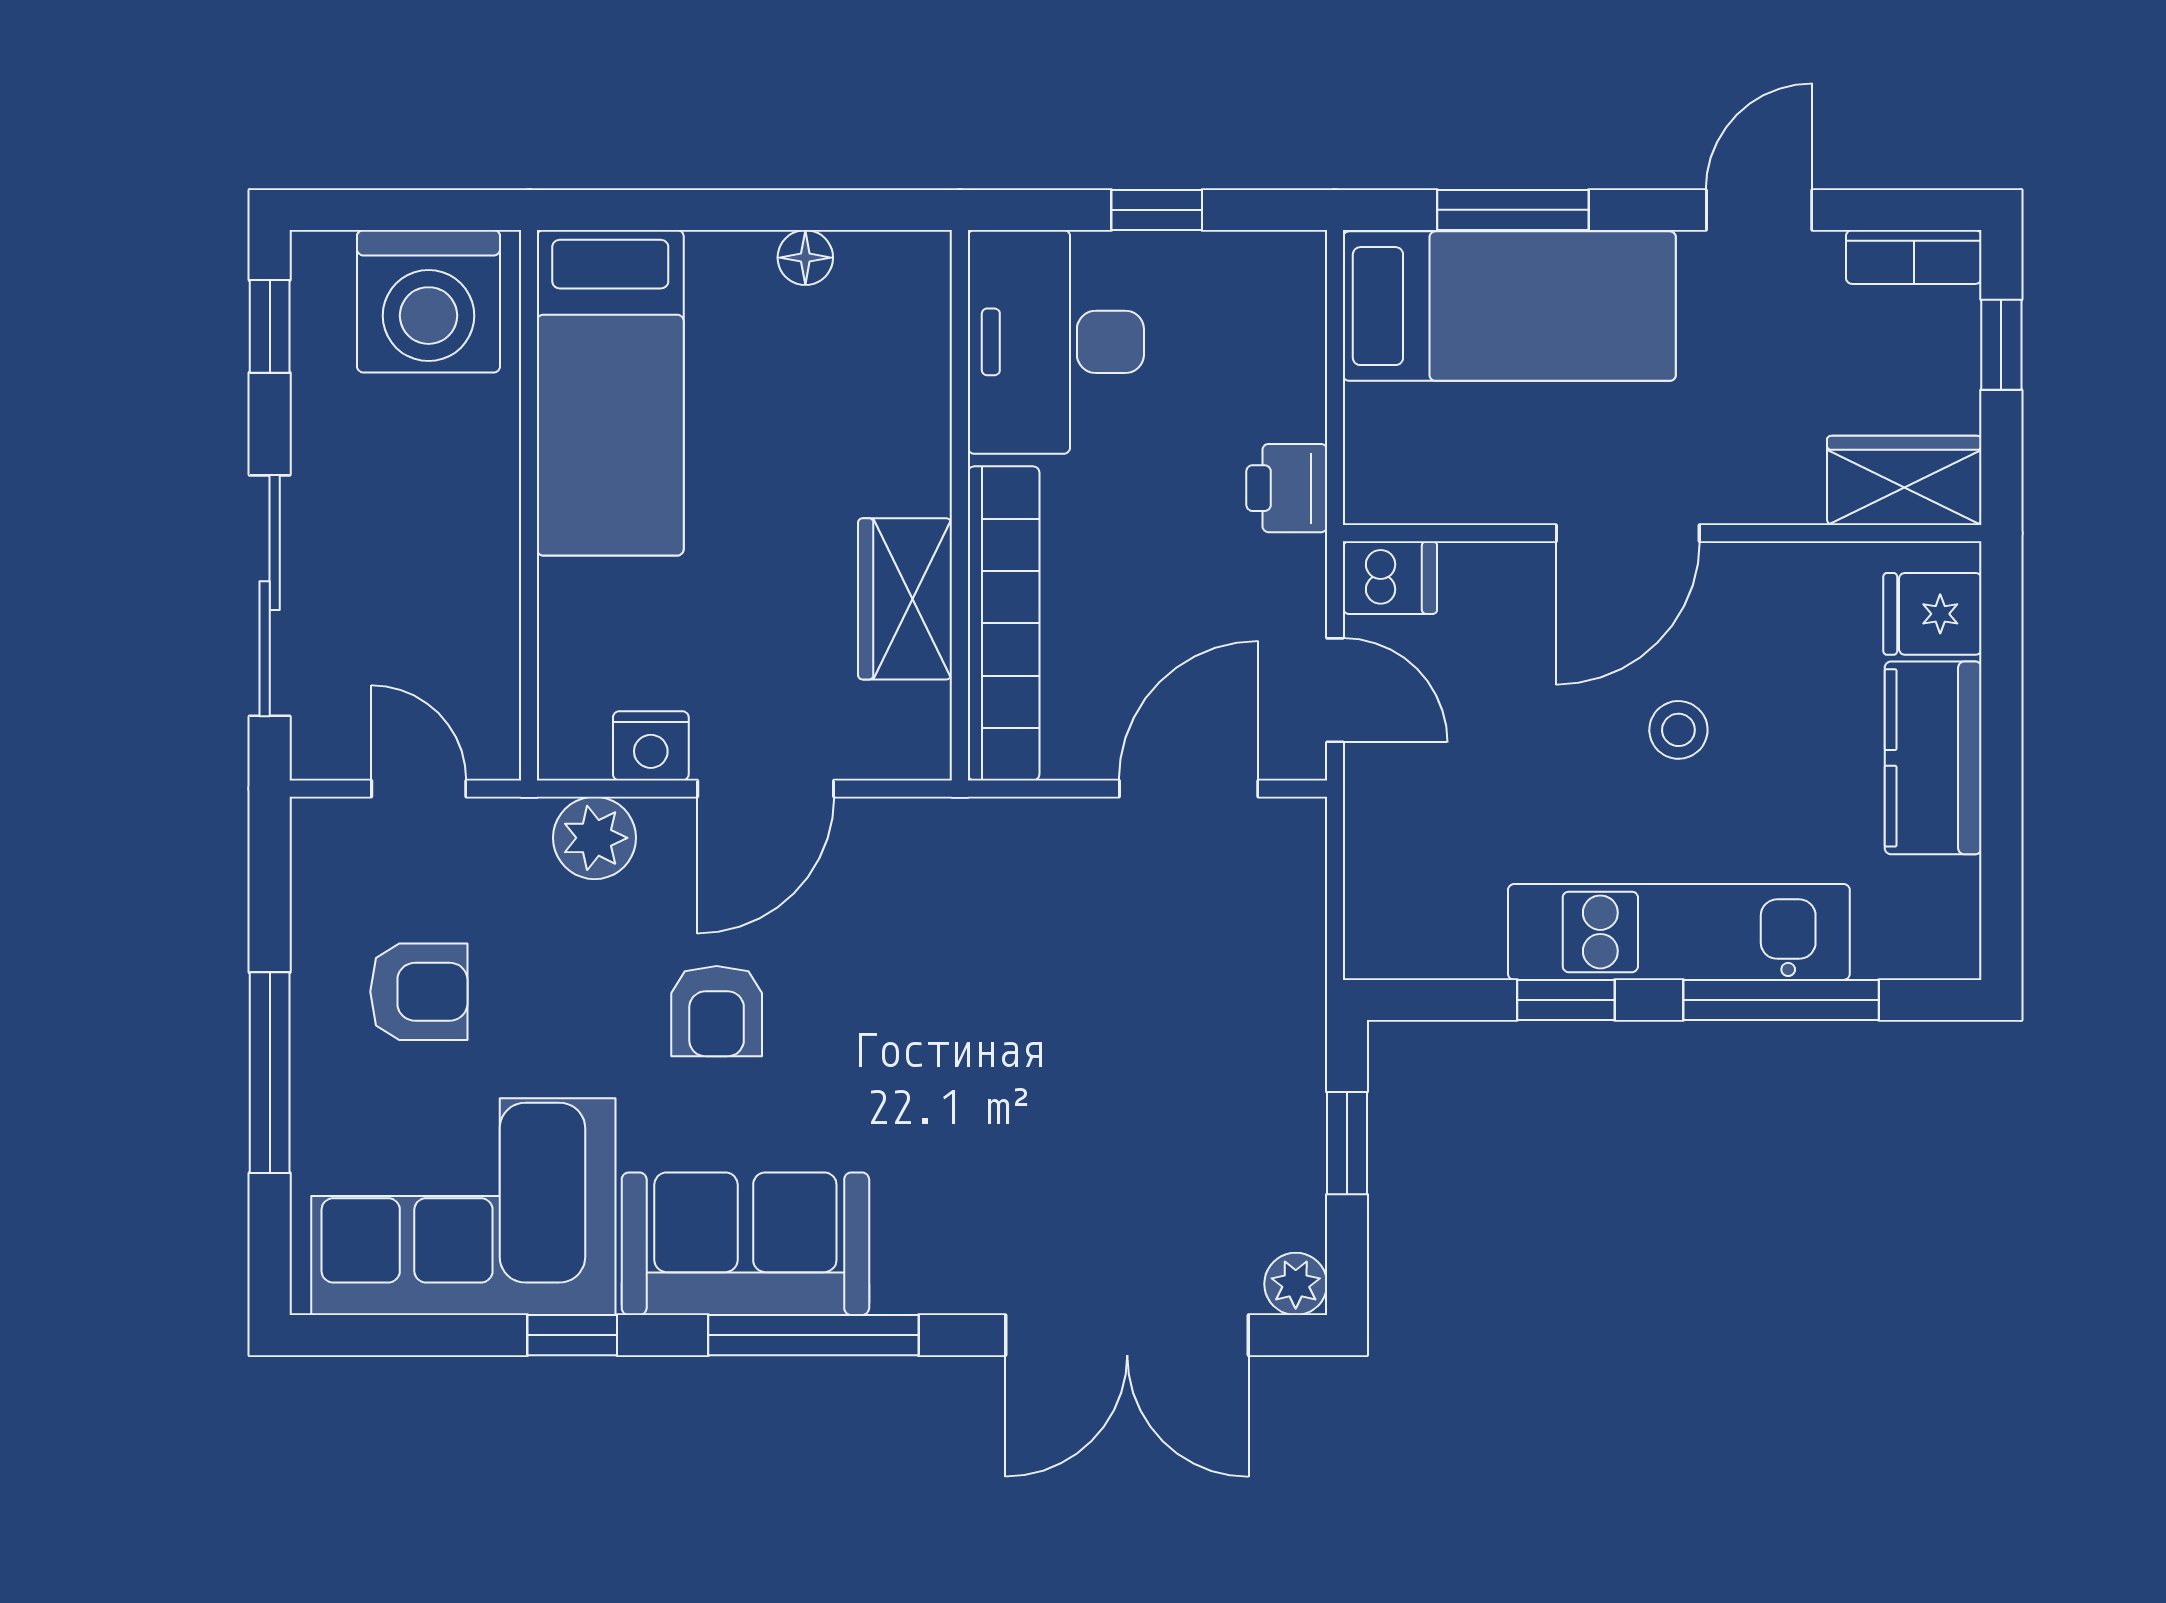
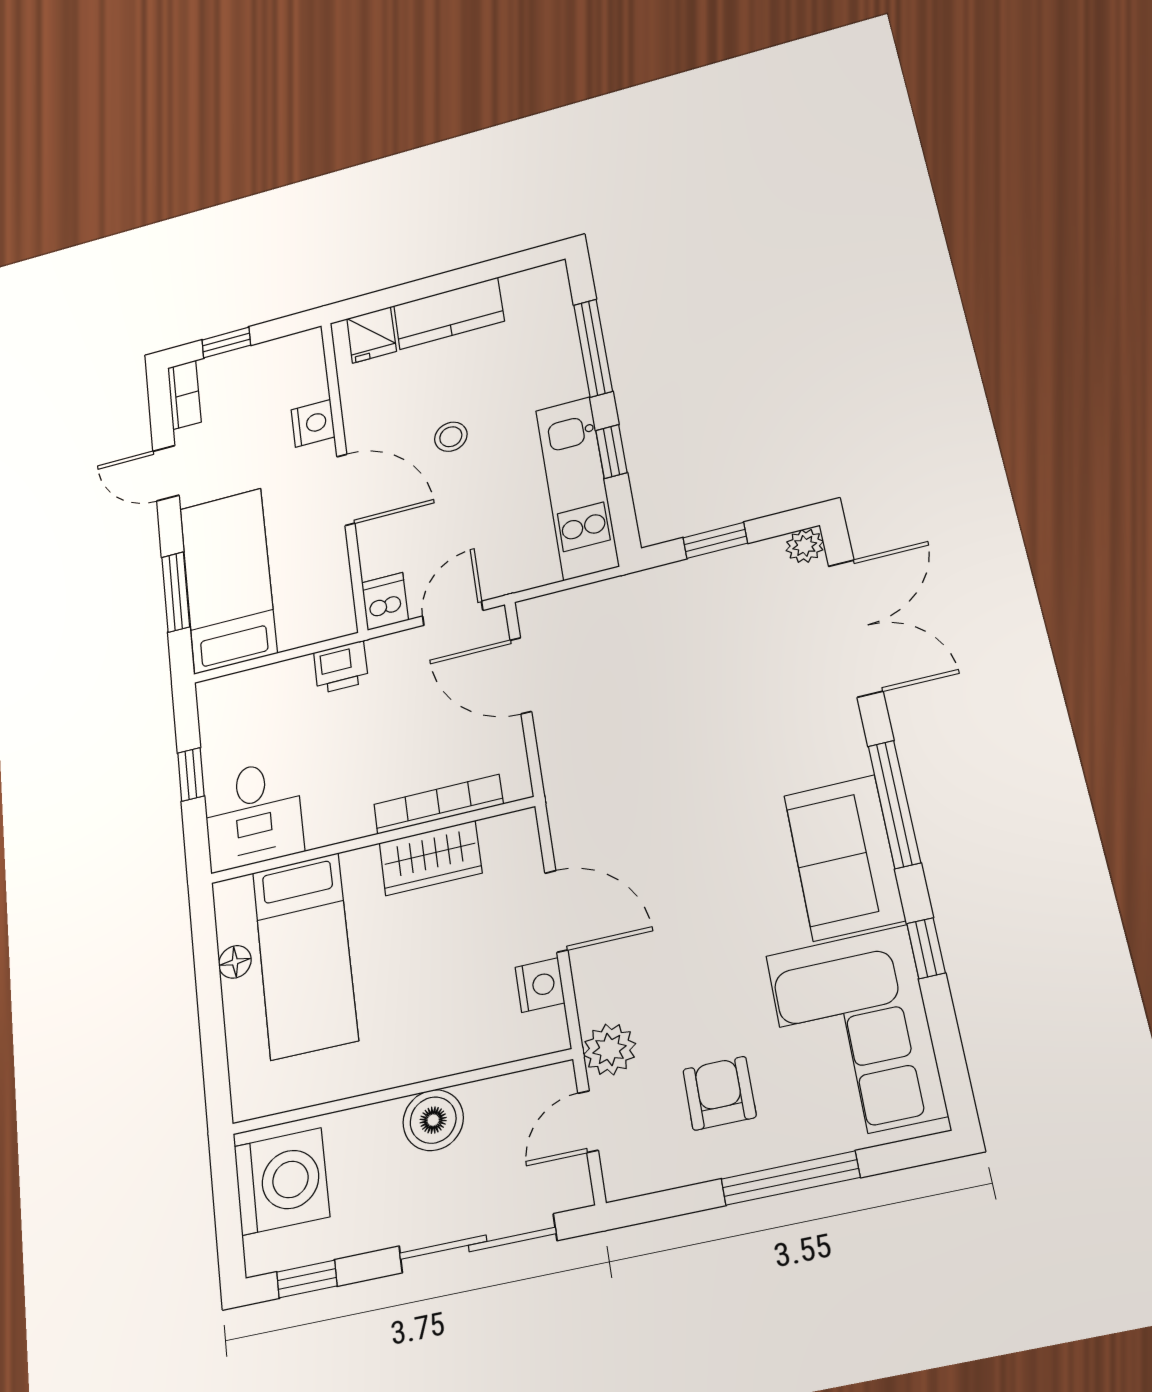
desk: (1056, 342) -> (253, 815), width x0.73
bed: (610, 393) -> (305, 955), moved, turned 90
wardrobe: (1904, 480) -> (302, 367), removed
nightstand: (1781, 488) -> (313, 423), added
boiler: (473, 551) -> (433, 1120), added
bookcase: (1004, 623) -> (438, 804), width x0.68, depth x0.76
plant: (595, 838) -> (610, 1049), moved
kitchen unit: (1679, 932) -> (577, 487), moved
armchair: (717, 1011) -> (700, 908), removed

